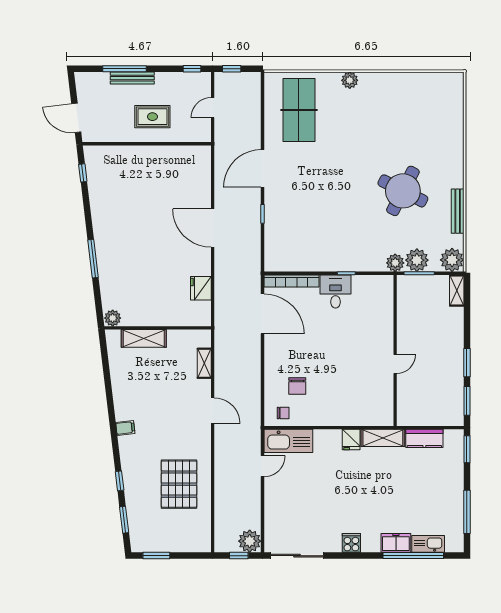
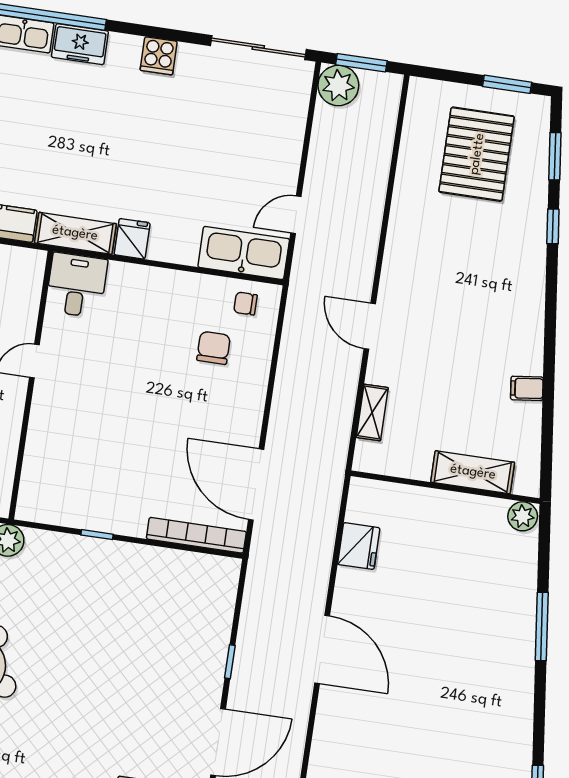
desk: (336, 291) -> (76, 285), moved, turned 180
filing cabinet: (125, 428) -> (527, 388), moved
pallet: (179, 484) -> (477, 154), moved
window: (239, 556) -> (361, 63), width x1.50

